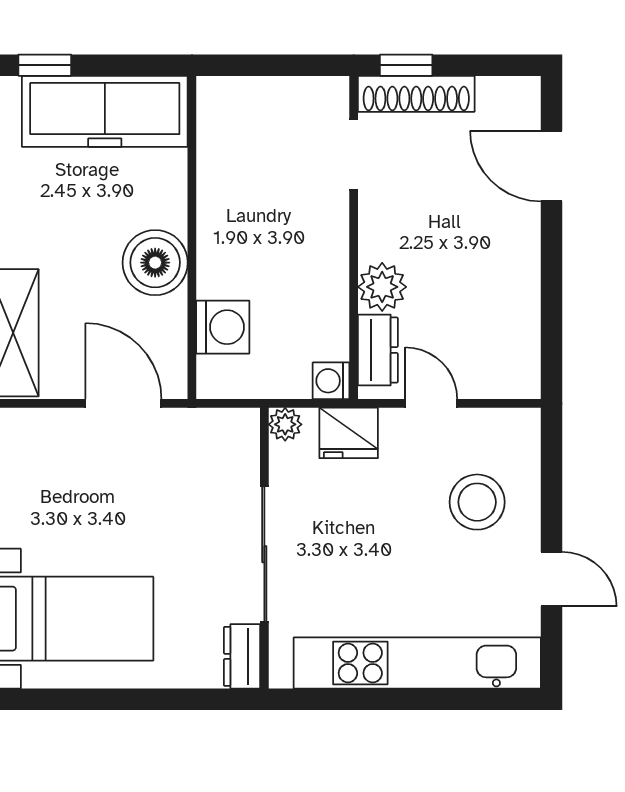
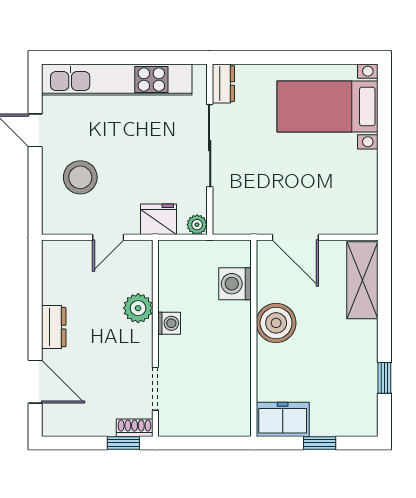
window: (45, 65) -> (320, 443), moved
shoe rack: (416, 94) -> (135, 428), width x0.51, depth x0.81
freezer: (105, 111) -> (283, 419), width x0.52, depth x0.79
dresser: (378, 350) -> (54, 327), moved, turned 180
washing machine: (331, 381) -> (169, 323), moved
door: (431, 403) -> (108, 237), hinge flipped

